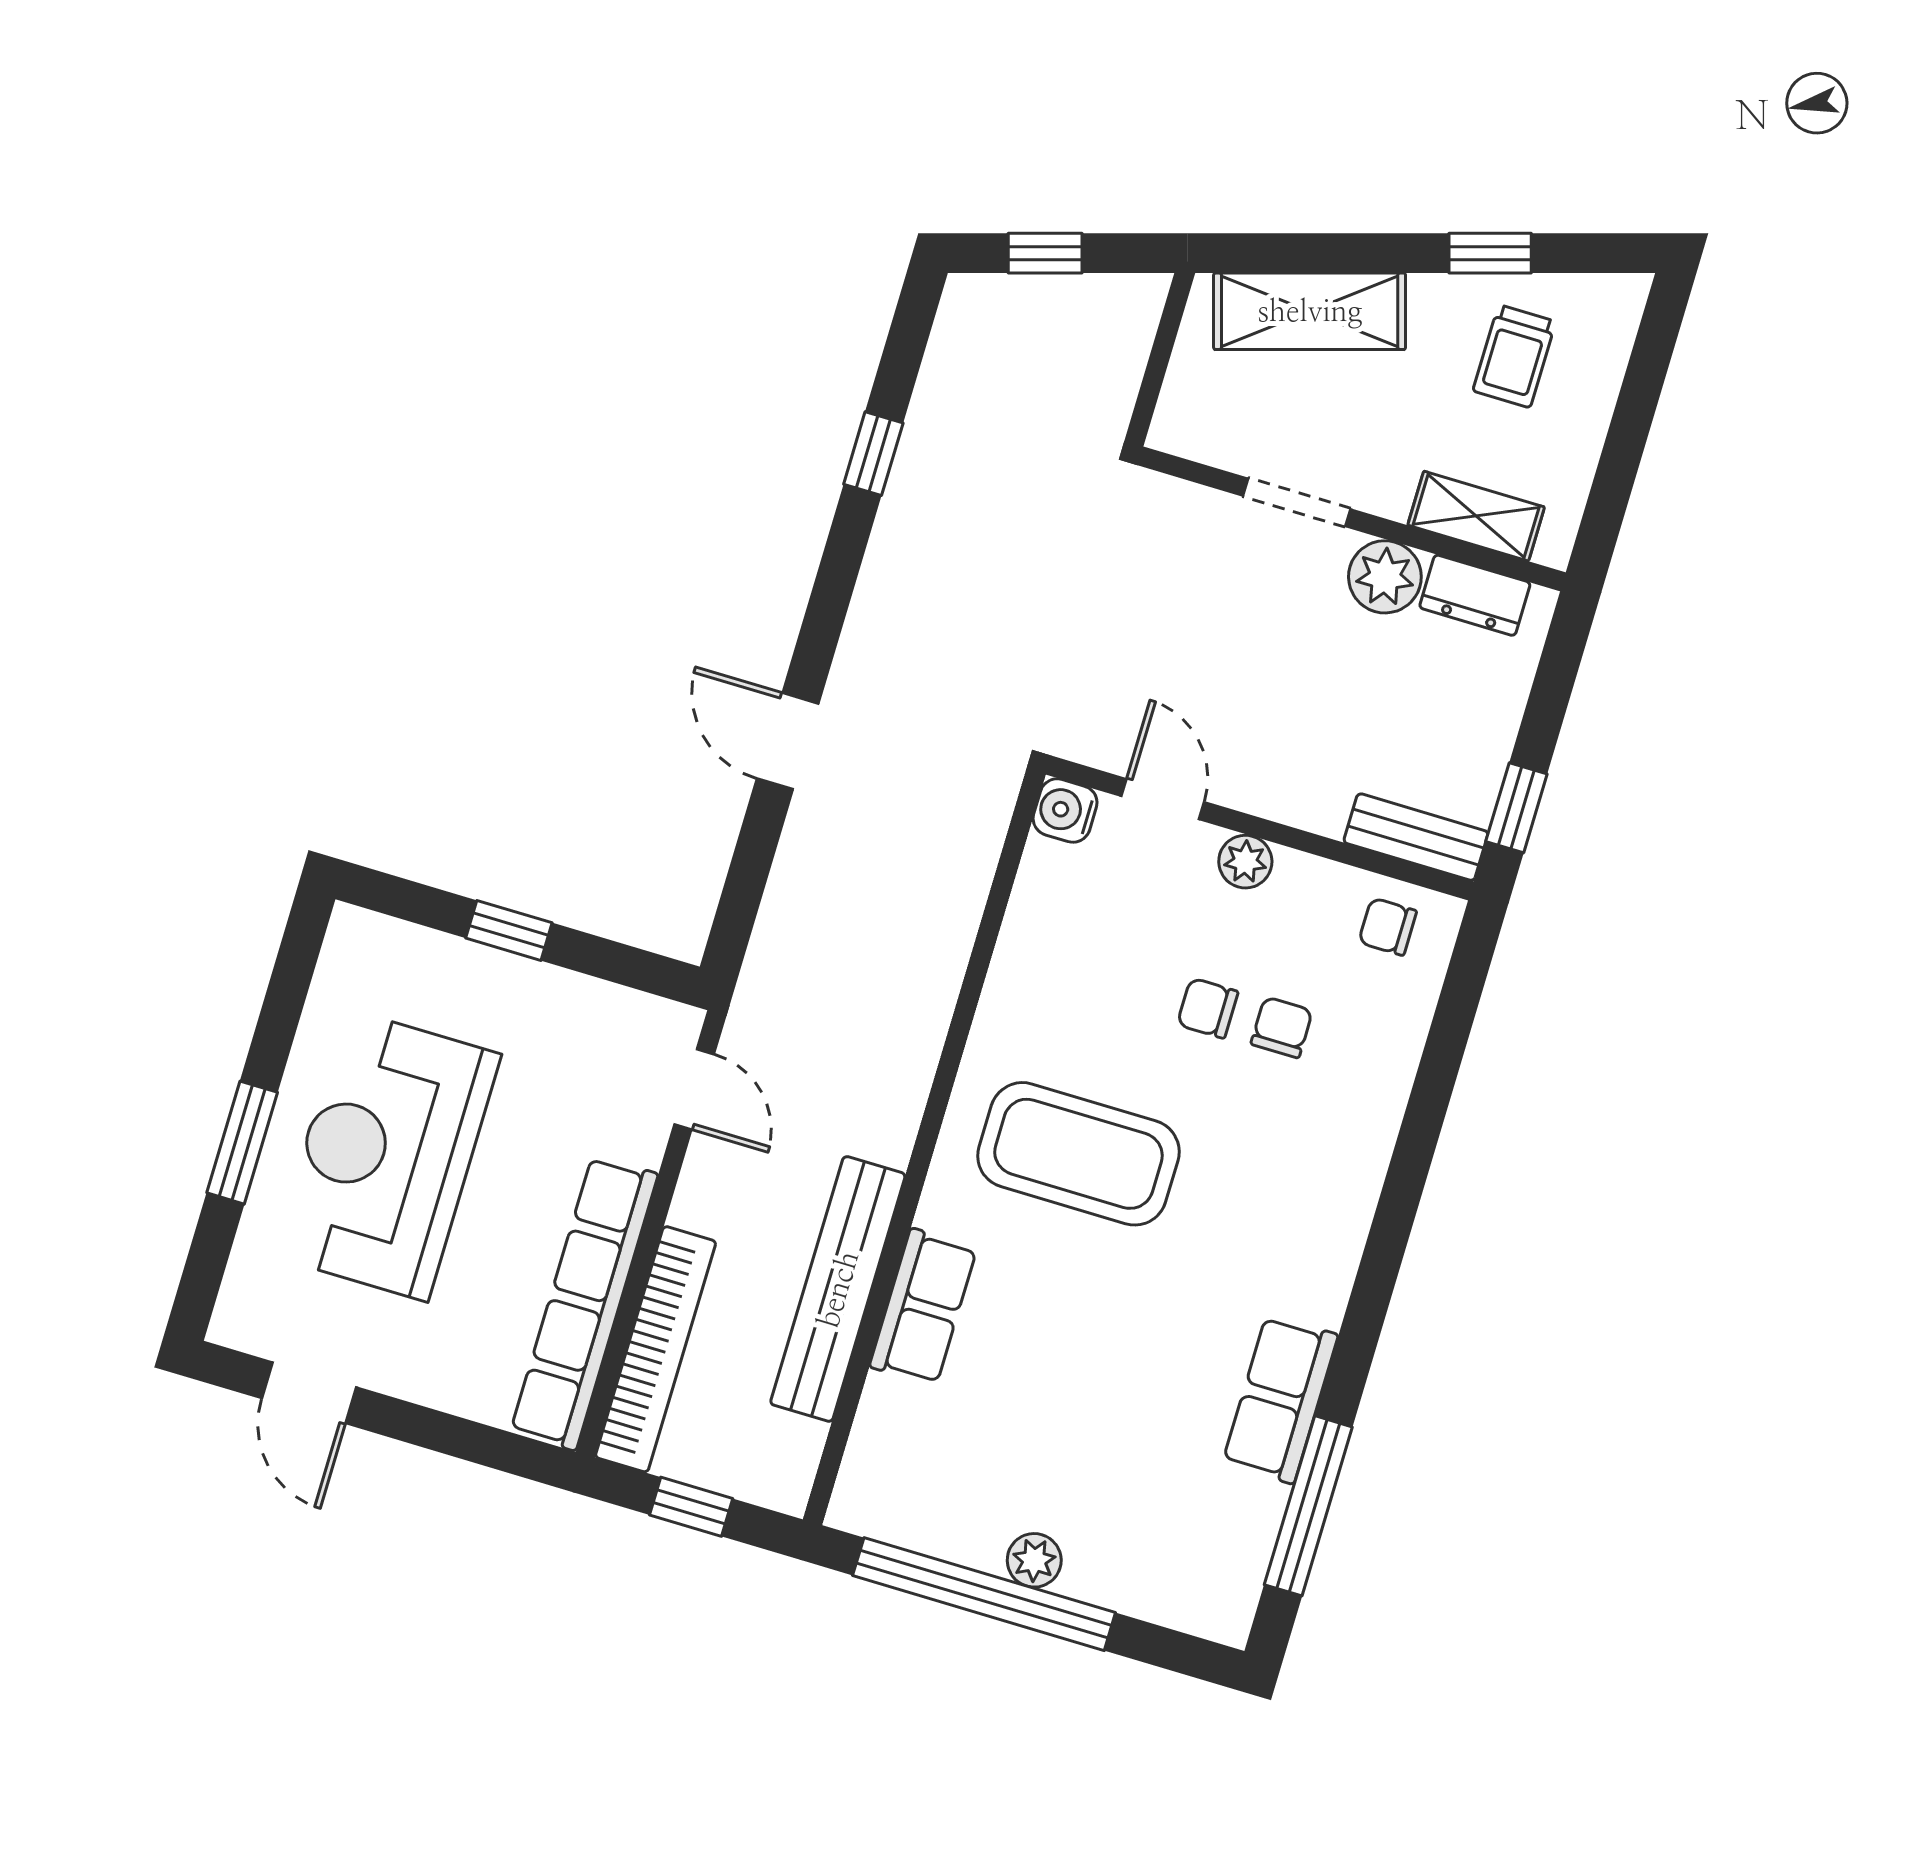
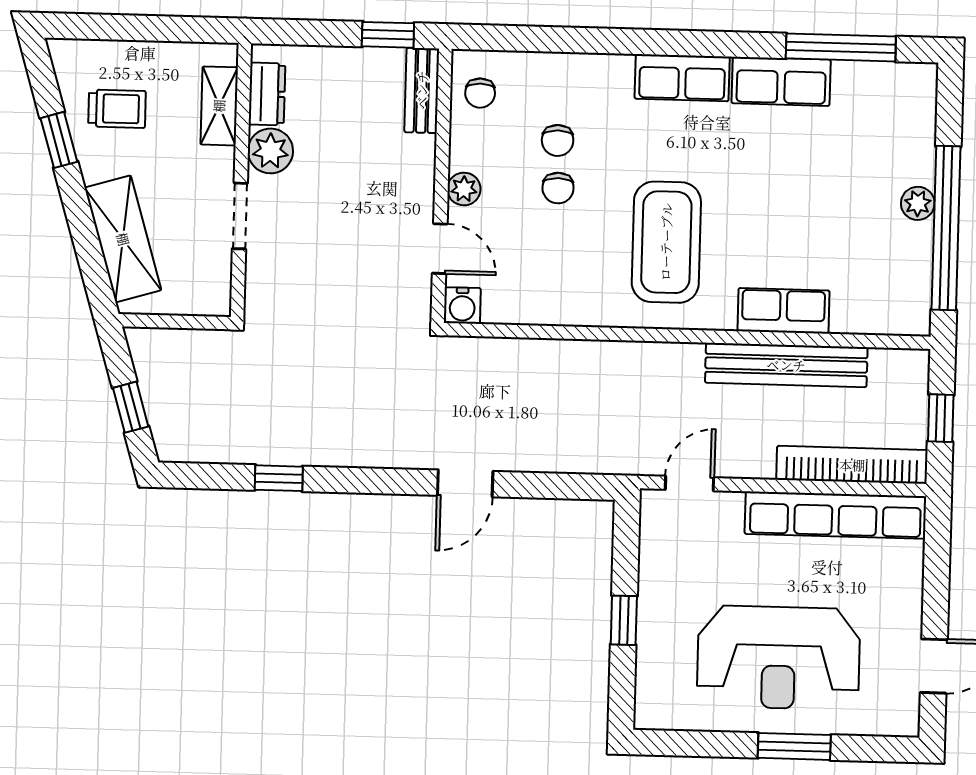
door: (1163, 799) -> (440, 249), swing flipped
chair: (1282, 1027) -> (558, 140), turned -90
row of seats: (1327, 1247) -> (682, 78), added

